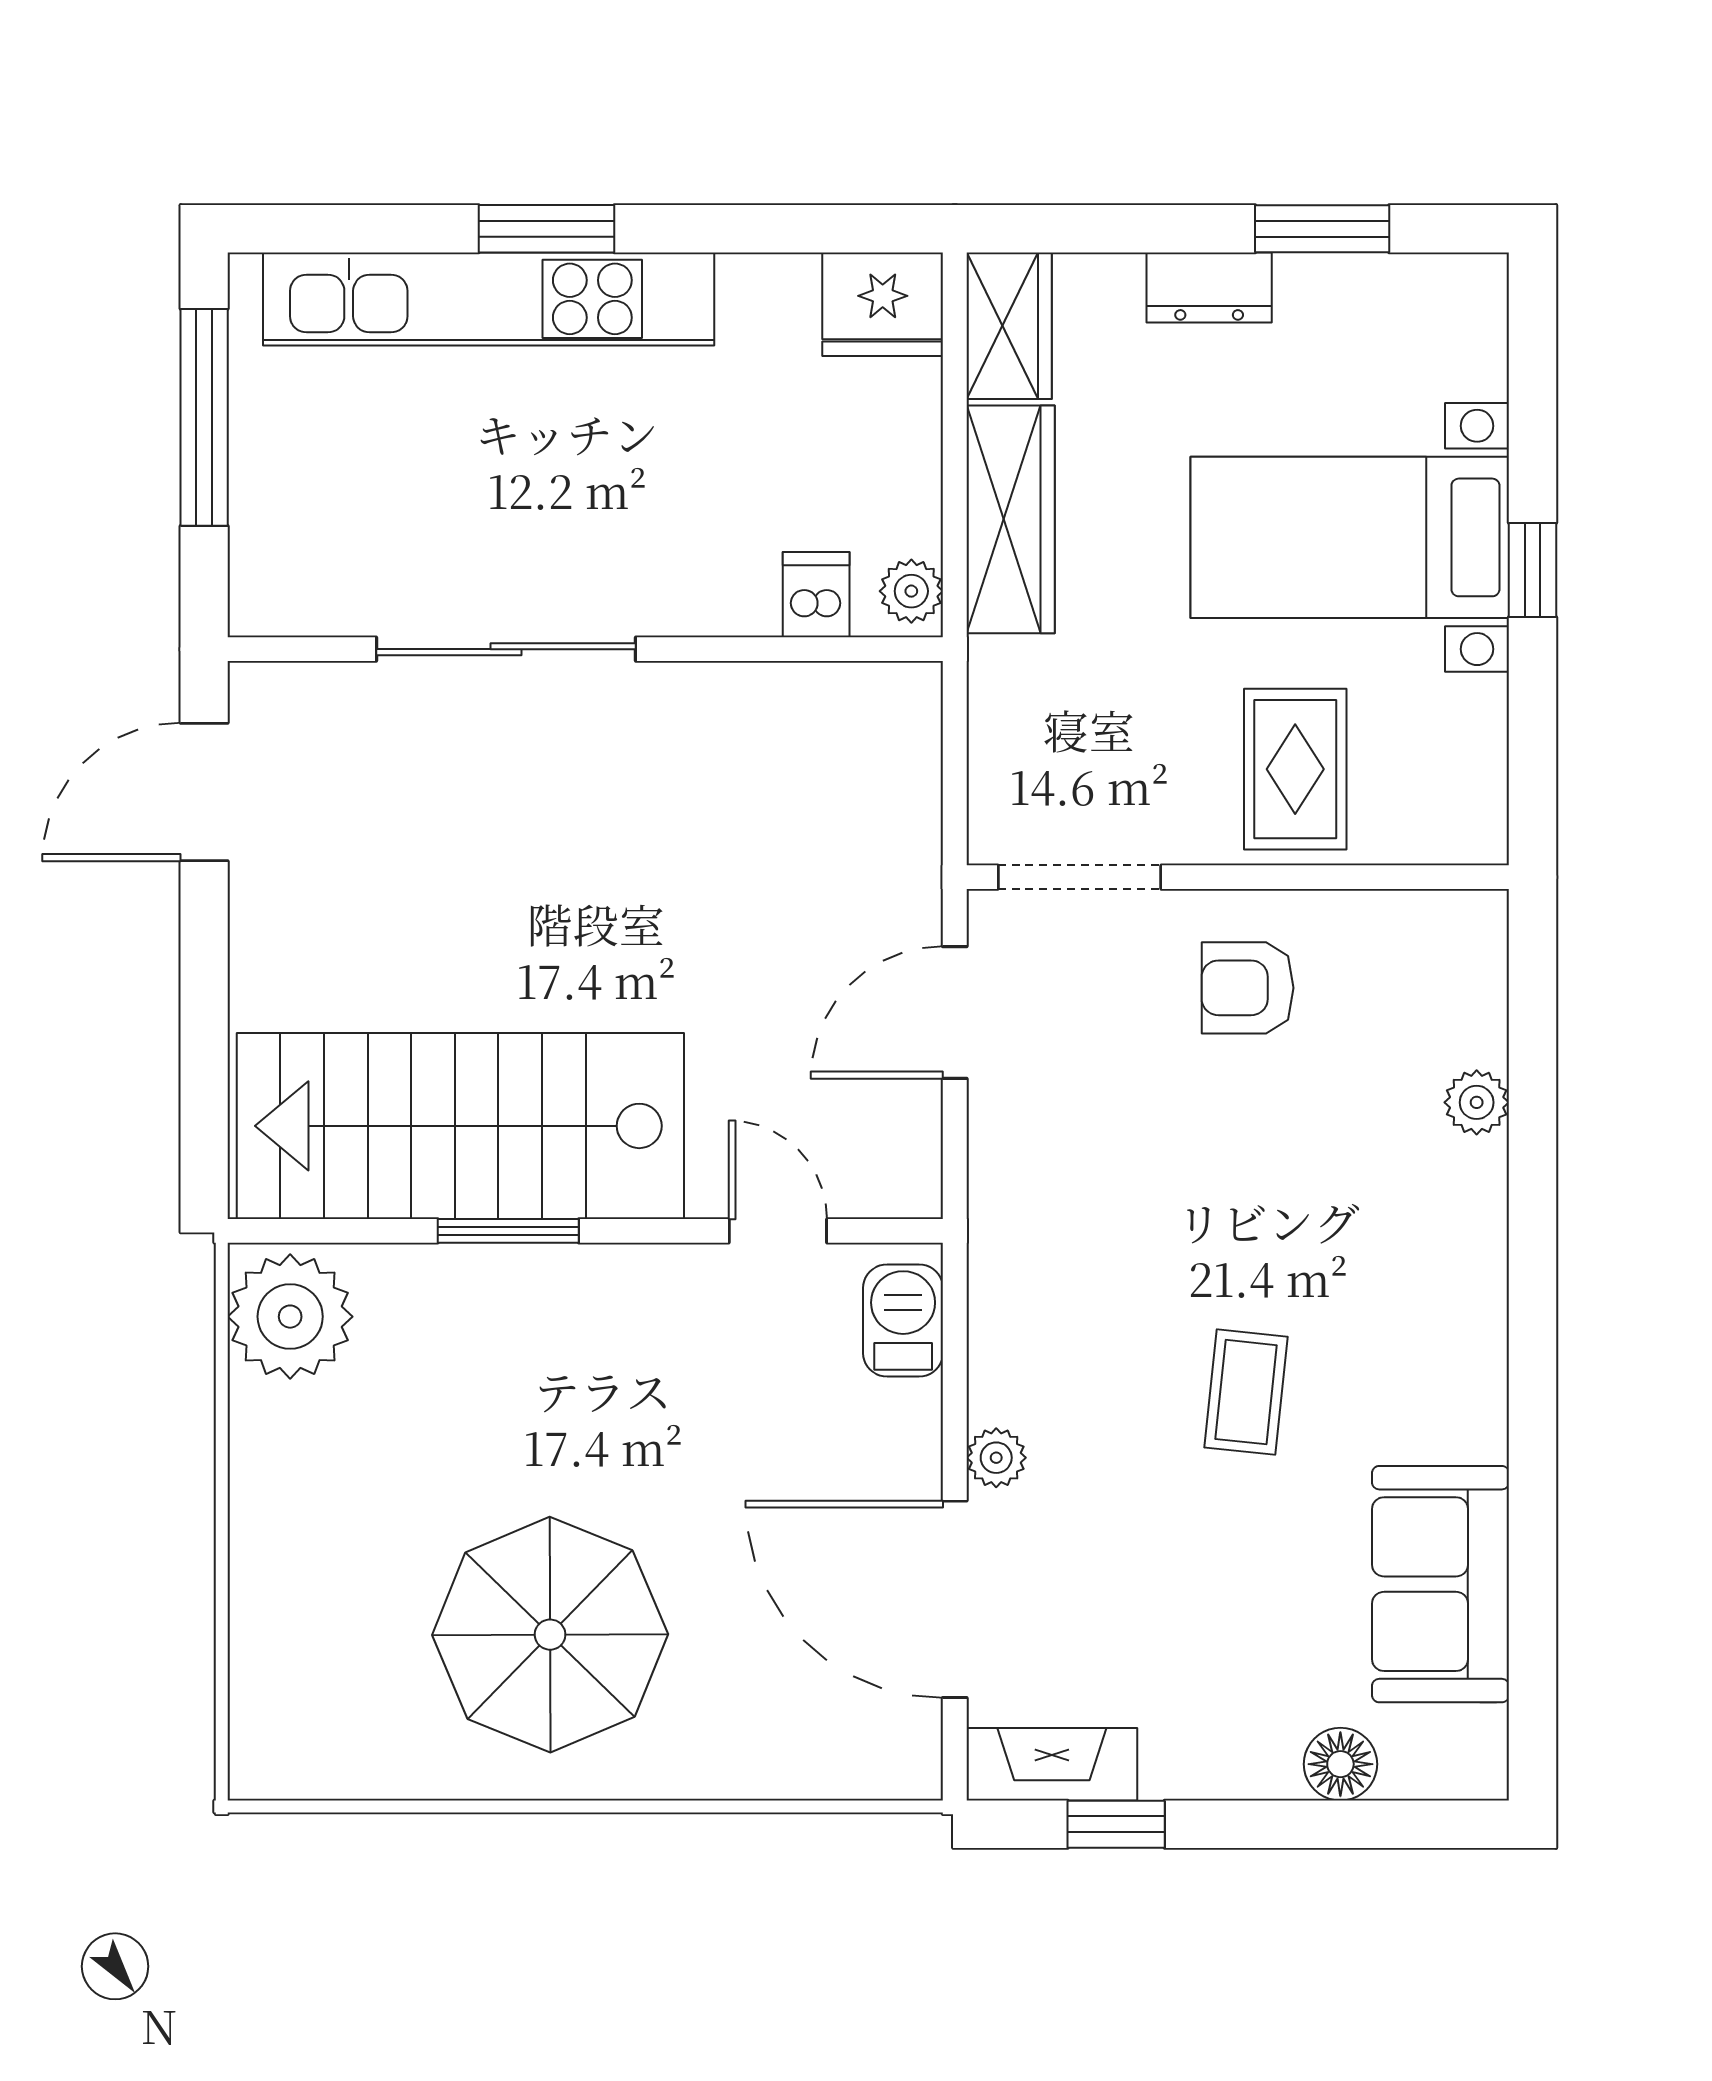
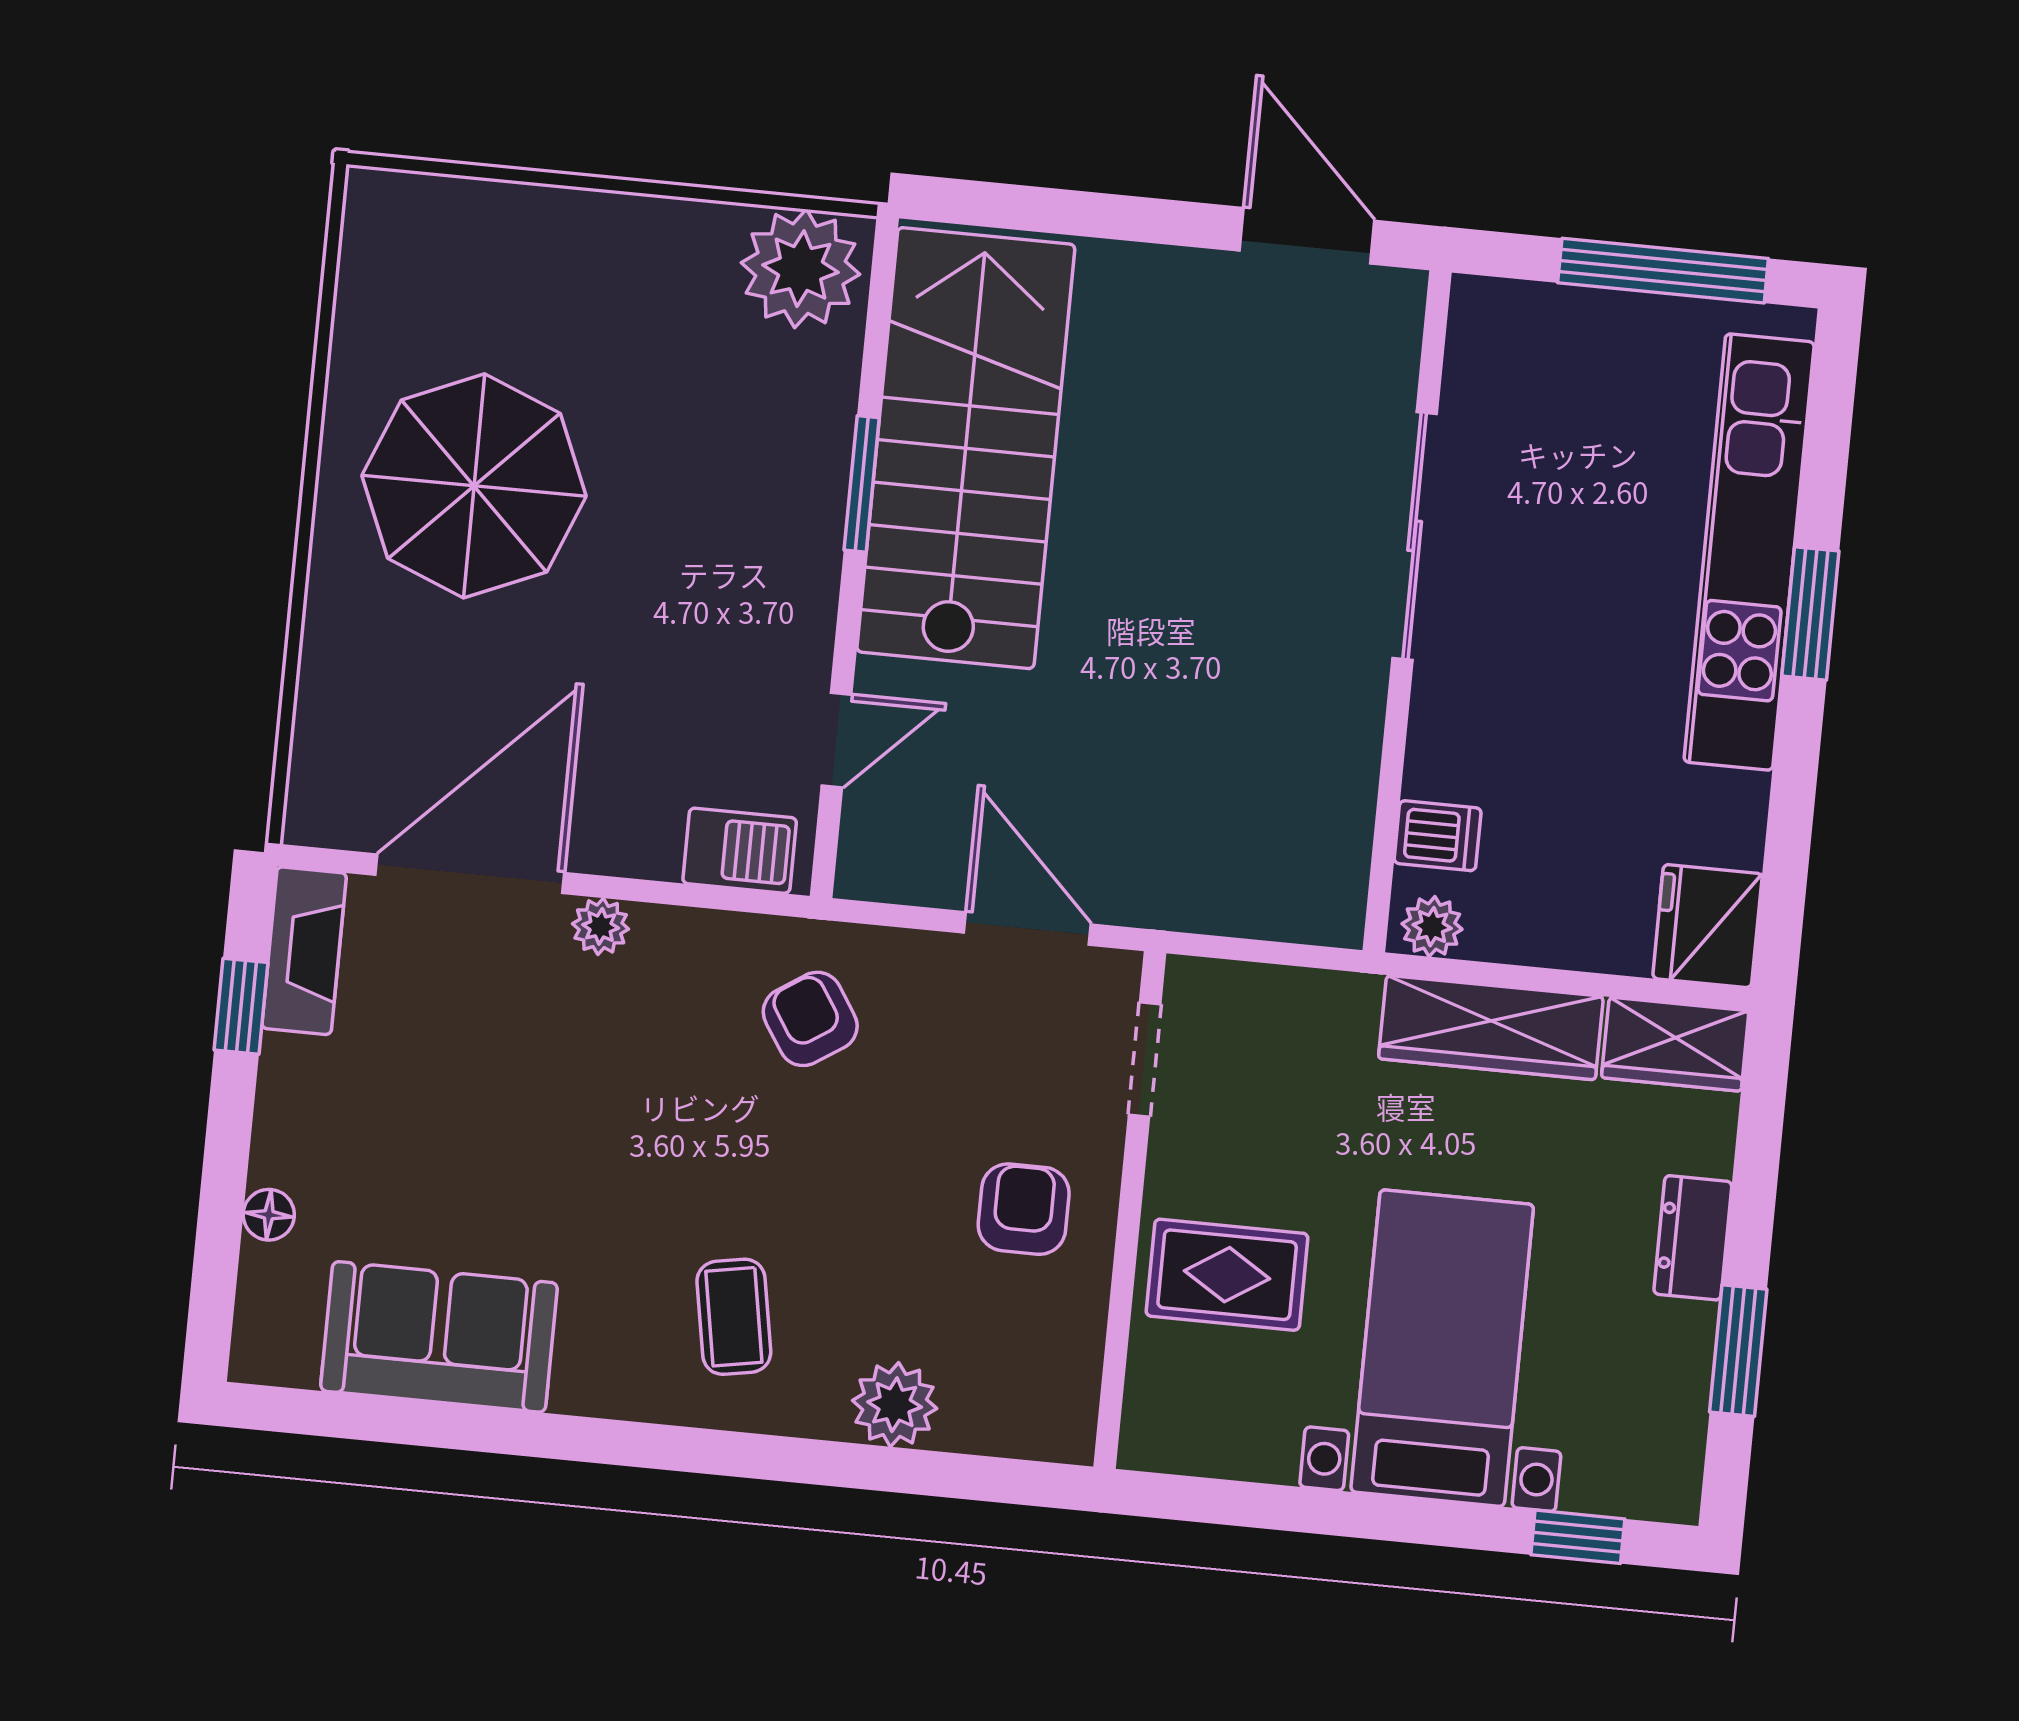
window: (1532, 570) -> (1578, 1537), moved
doorway: (1080, 877) -> (1145, 1060), width x0.73
plant: (1477, 1102) -> (895, 1405), width x1.38, depth x1.38
armchair: (1071, 1230) -> (810, 1019), added
coffee table: (1246, 1392) -> (734, 1317), moved, turned 74
floor lamp: (1340, 1764) -> (269, 1215), width x0.73, depth x0.73

